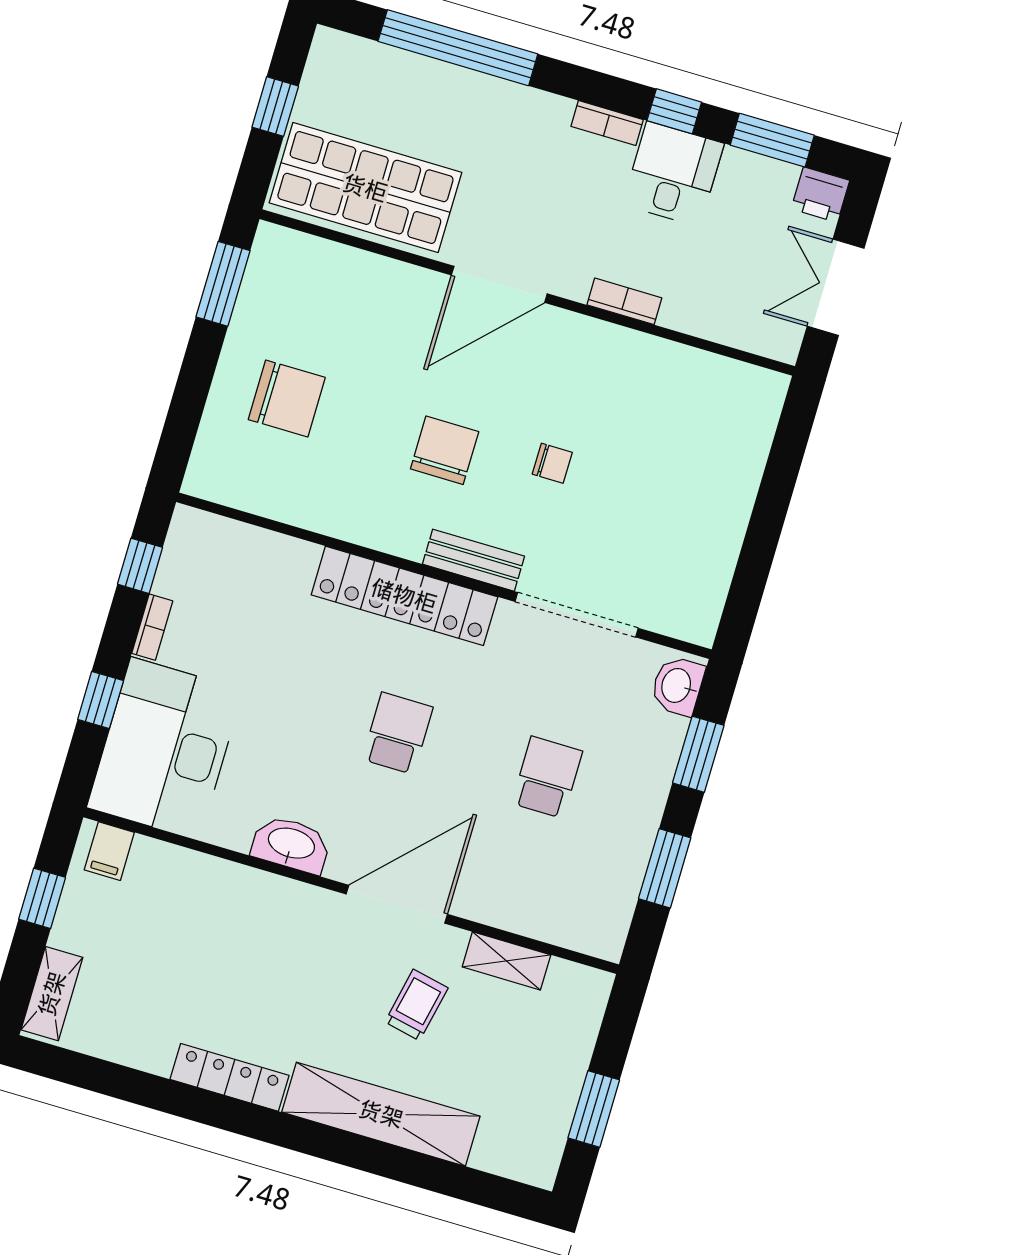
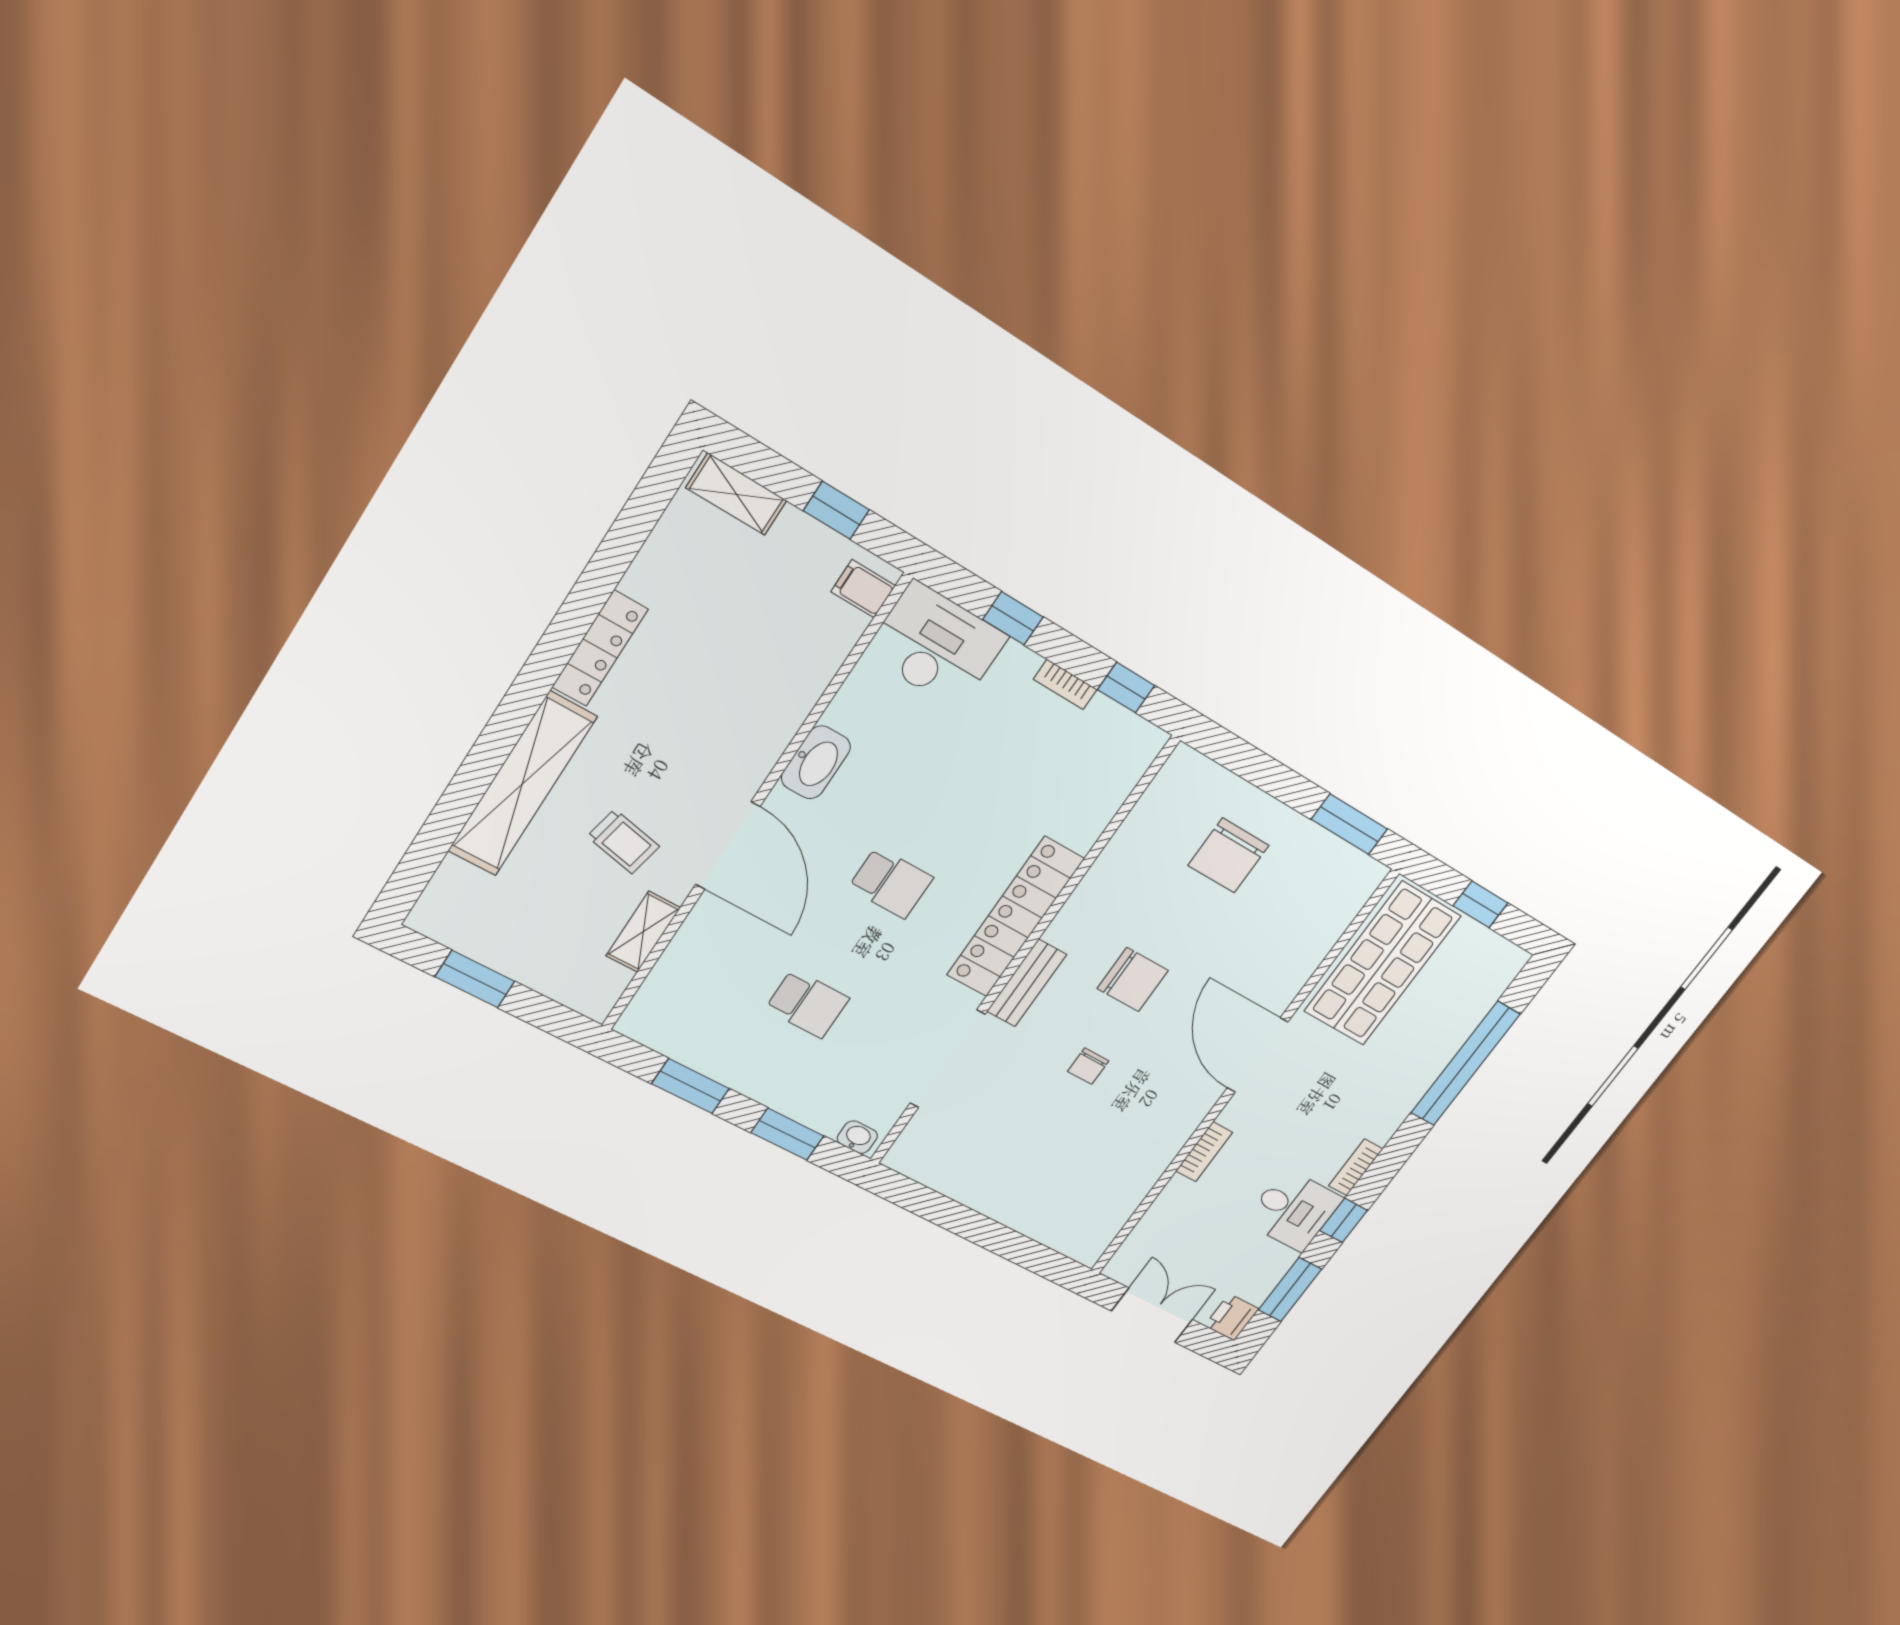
washbasin: (677, 686) -> (857, 1137), width x0.72, depth x0.69
desk: (165, 749) -> (936, 645), width x0.73, depth x0.77

